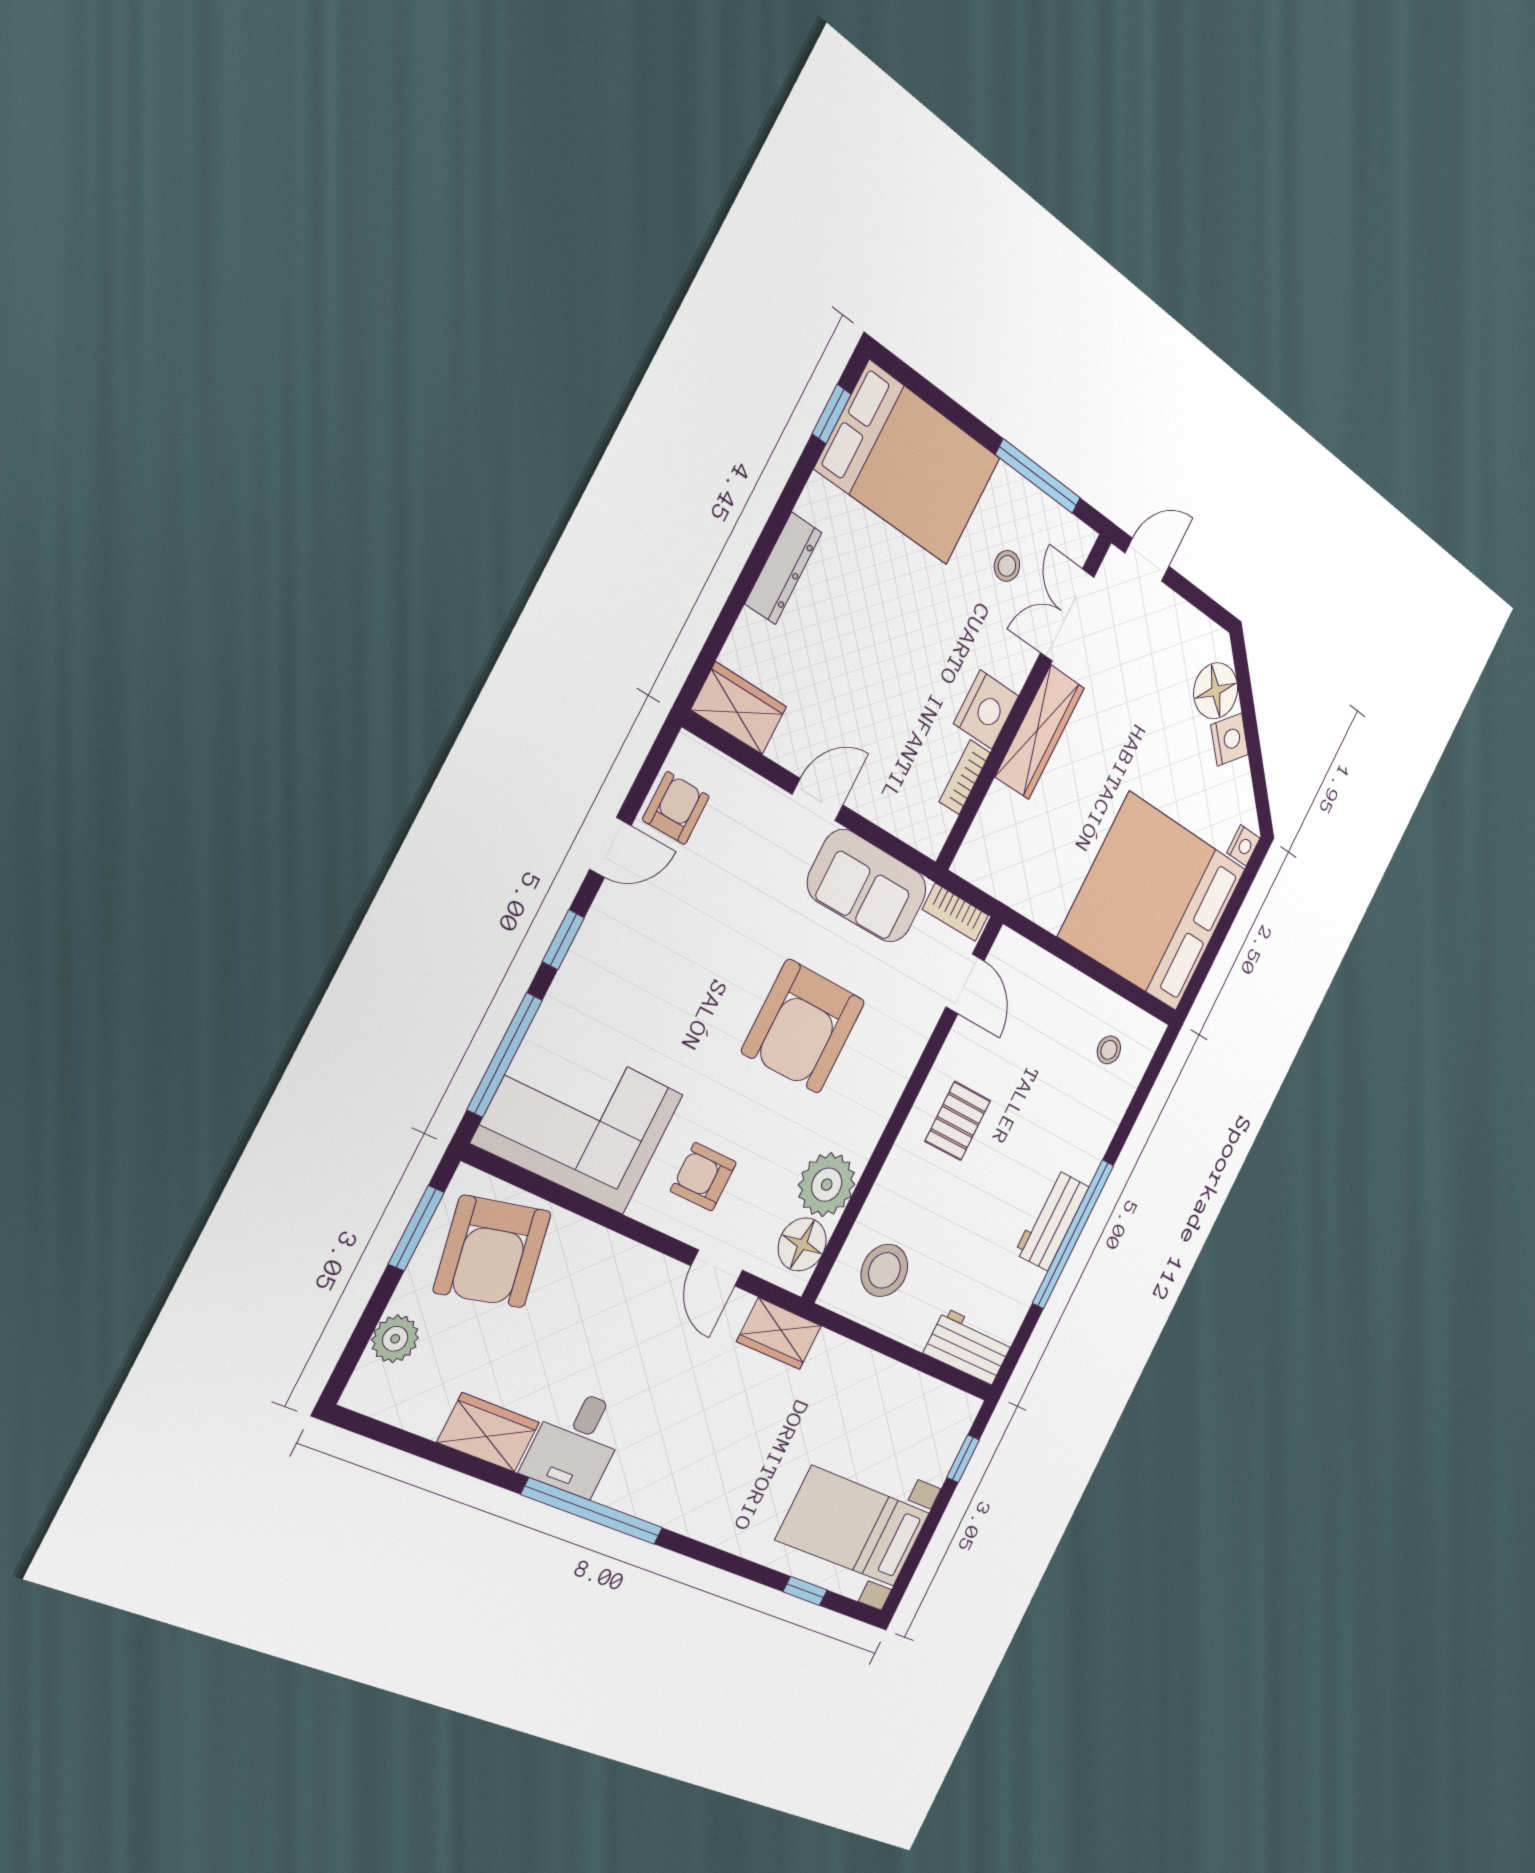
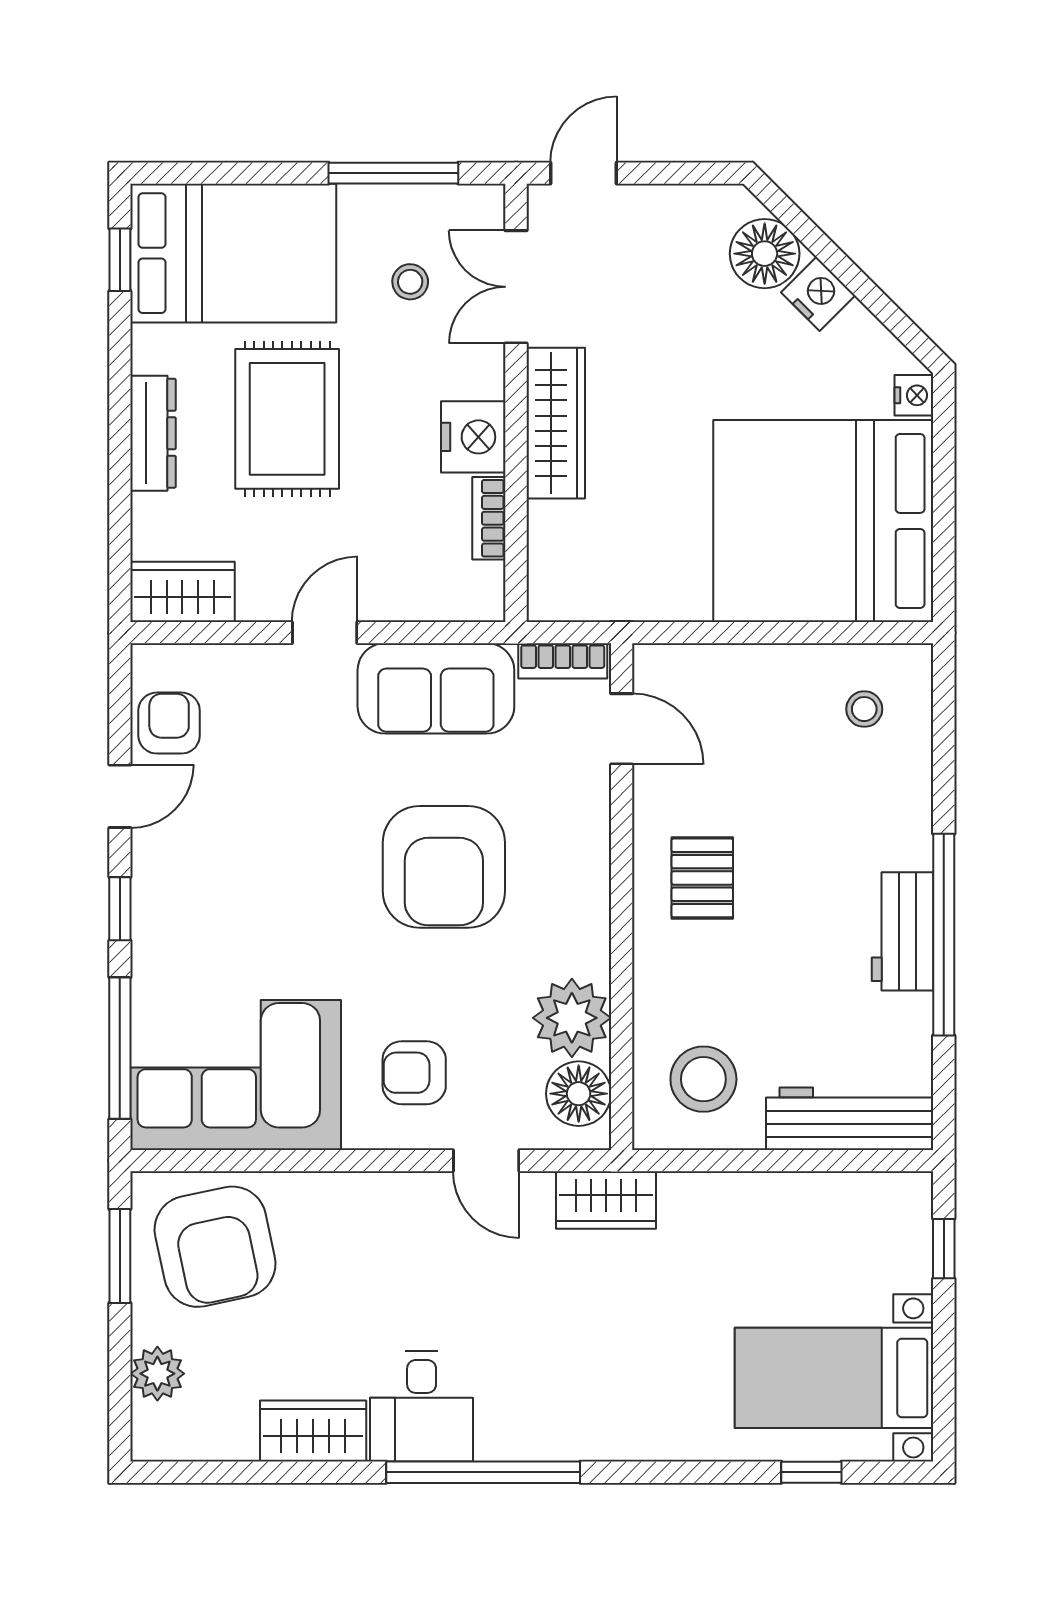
rug: (878, 617) -> (287, 419), added
workbench: (969, 1347) -> (850, 1119), width x1.38

